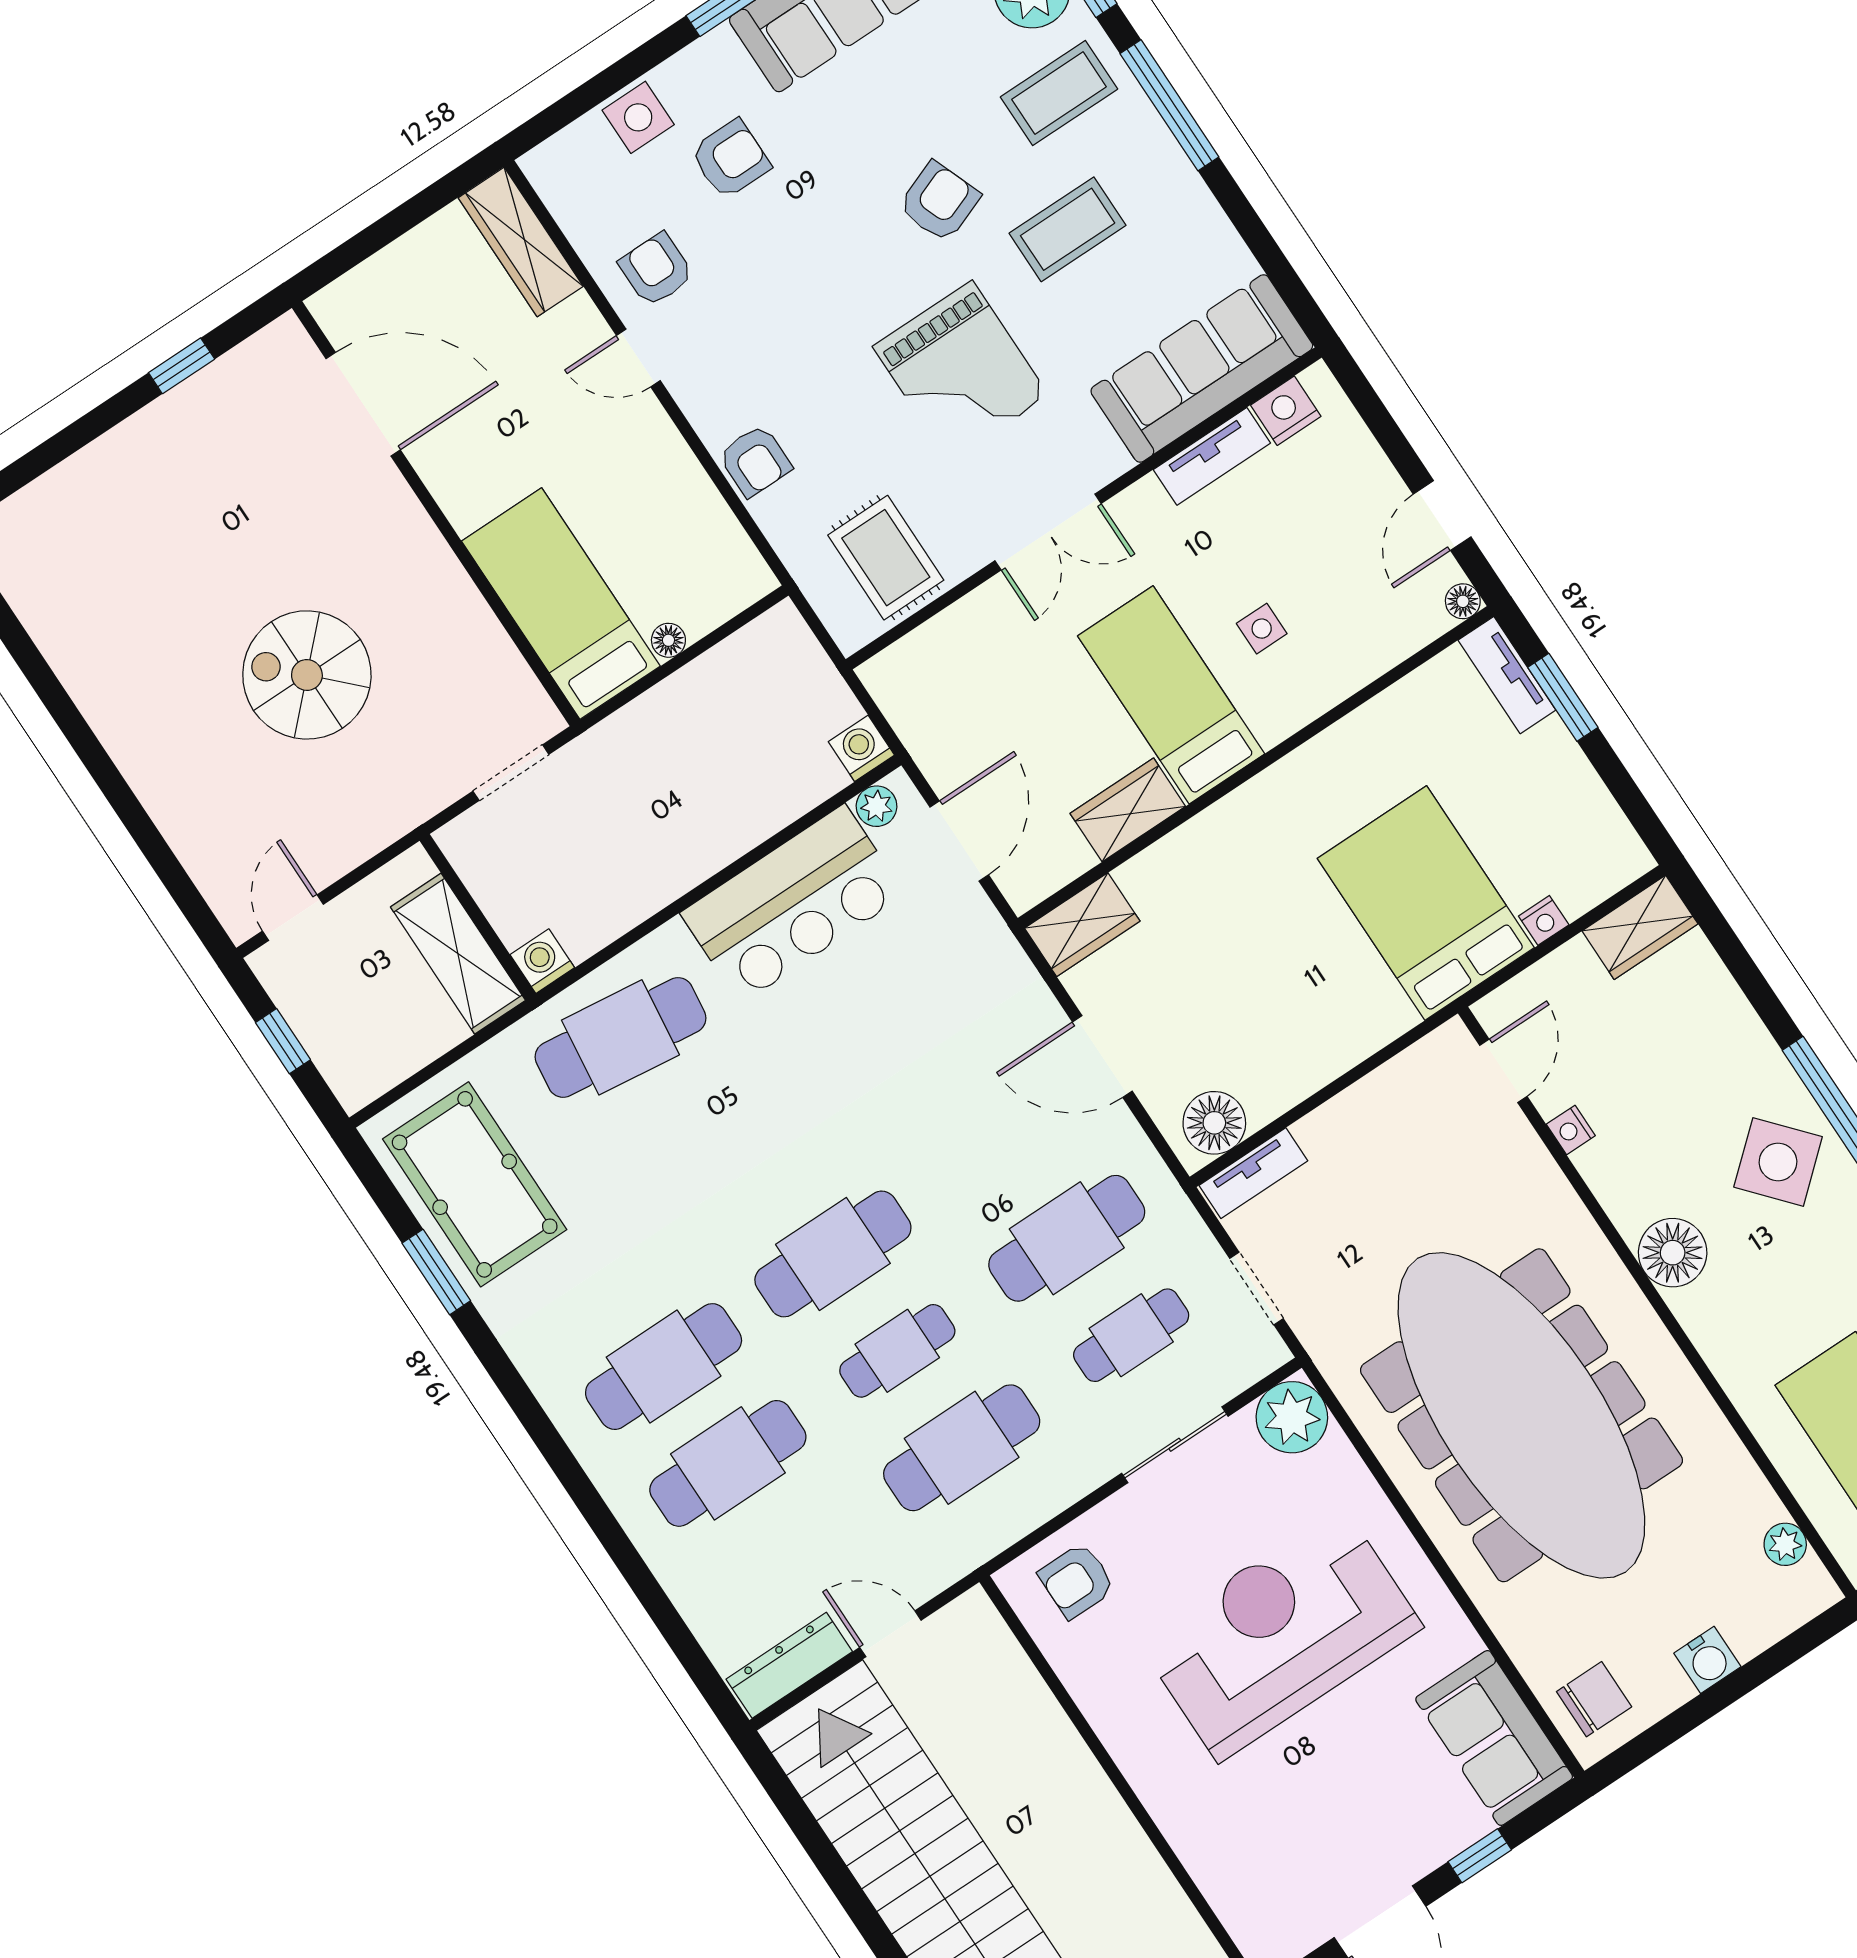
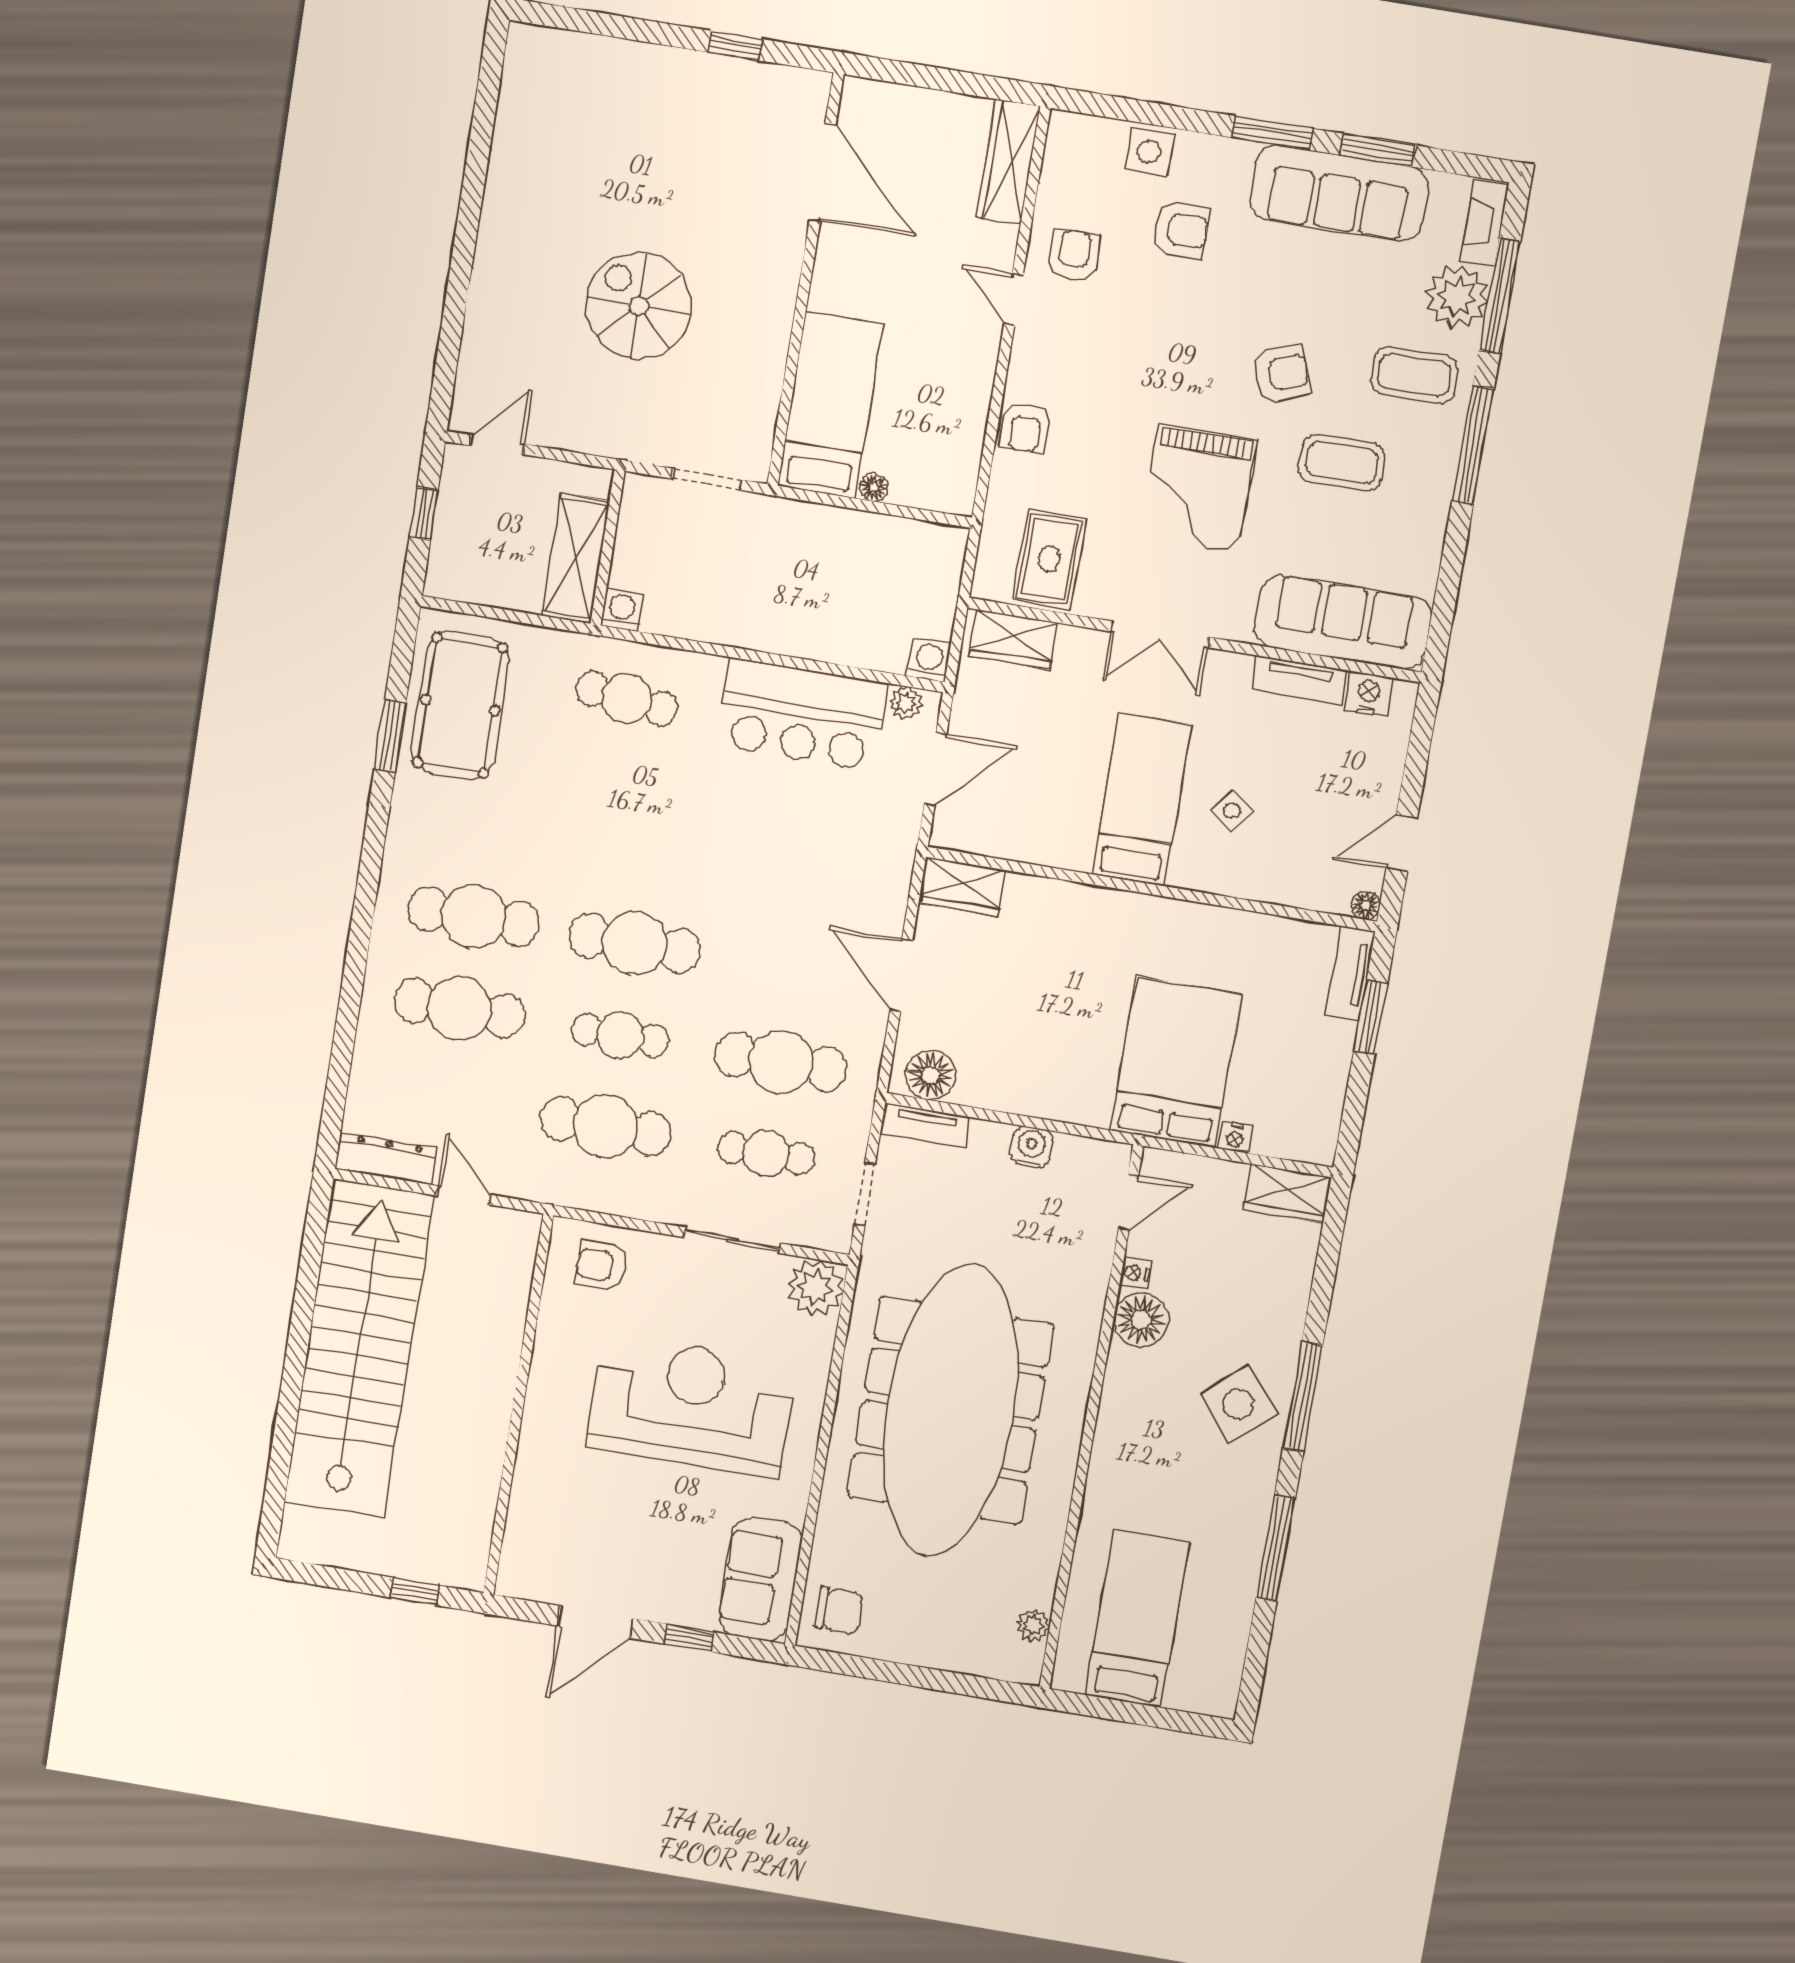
side table: (1262, 629) -> (1232, 810), turned 38
wardrobe: (1128, 810) -> (1013, 639), moved, turned 180
cafe table: (620, 1037) -> (627, 699), width x0.73, depth x0.74
floor lamp: (1673, 1253) -> (1141, 1320), moved
water cooler: (1707, 1660) -> (1031, 1147), moved, turned 180

